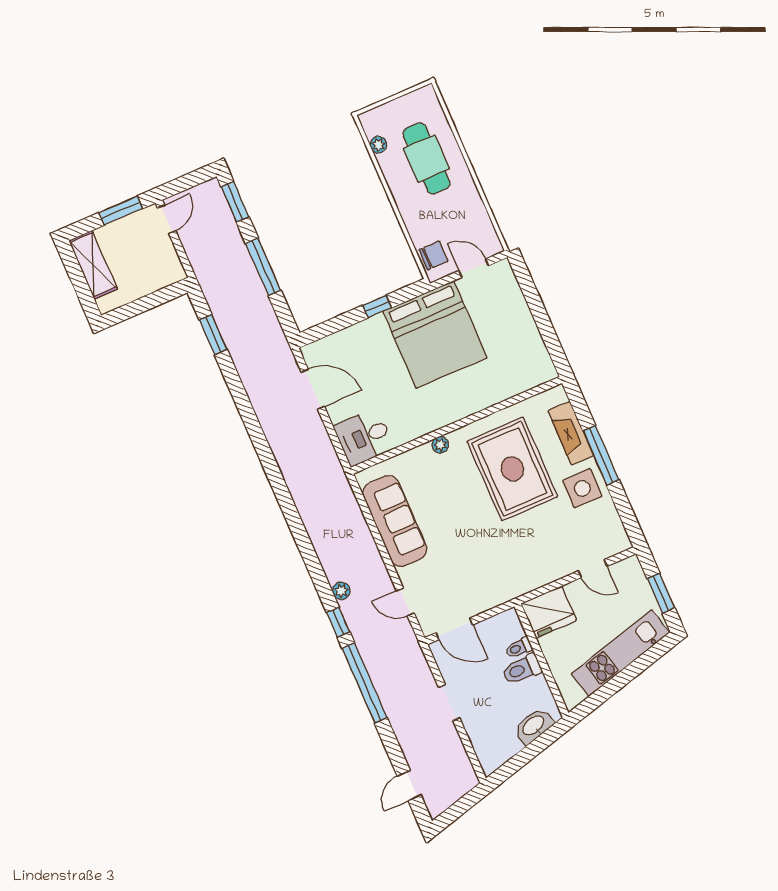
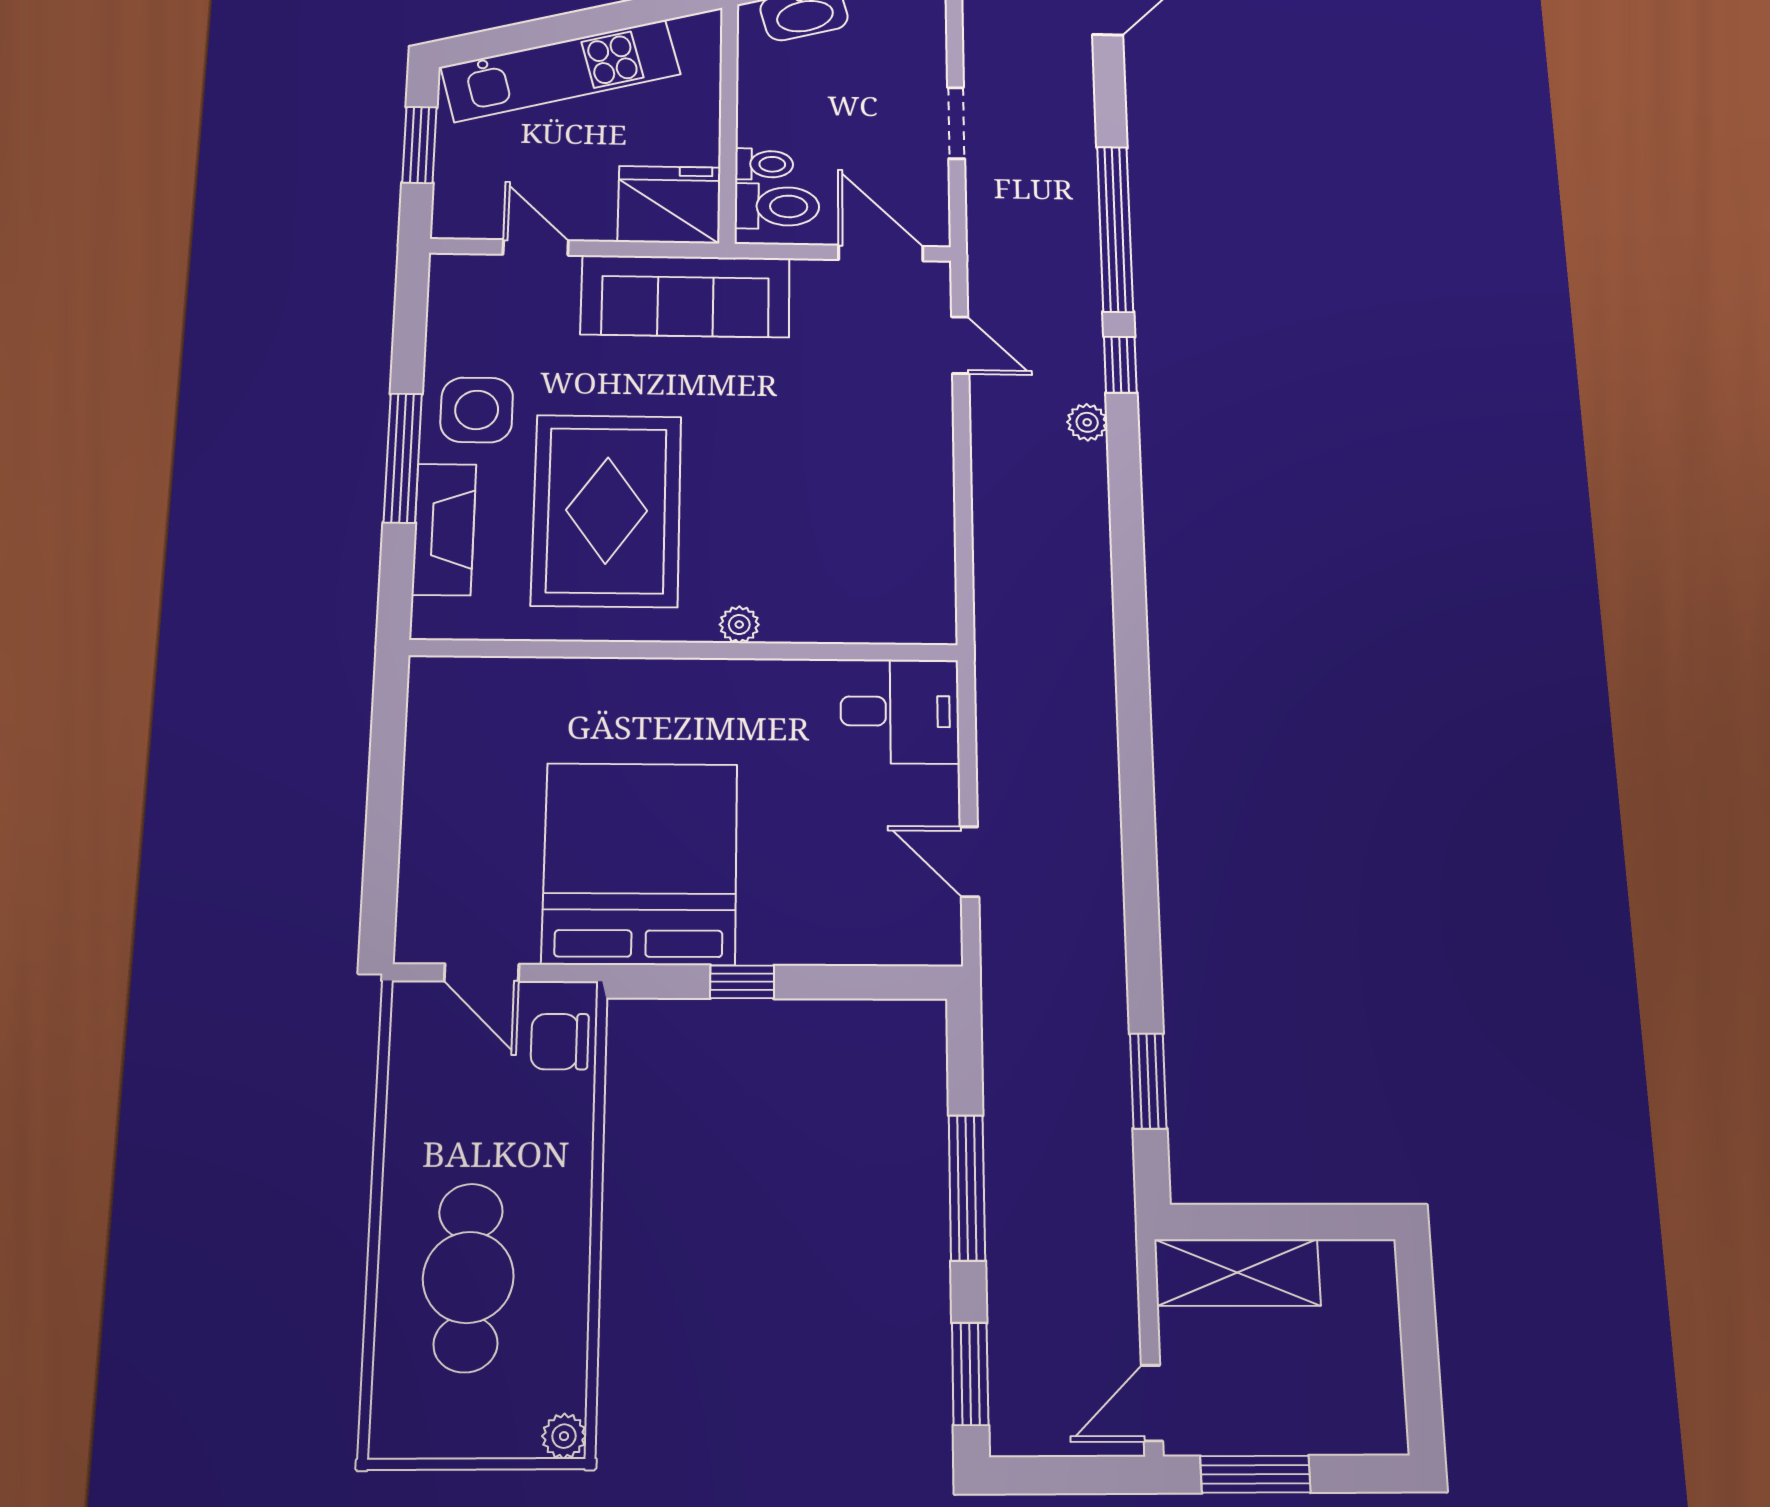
plant: (379, 145) -> (564, 1436), moved
shelving: (93, 265) -> (1237, 1272), moved, turned 90
door: (313, 389) -> (969, 862), width x0.73
sofa: (395, 521) -> (685, 296), moved, turned -90
toilet: (522, 669) -> (777, 206), moved

